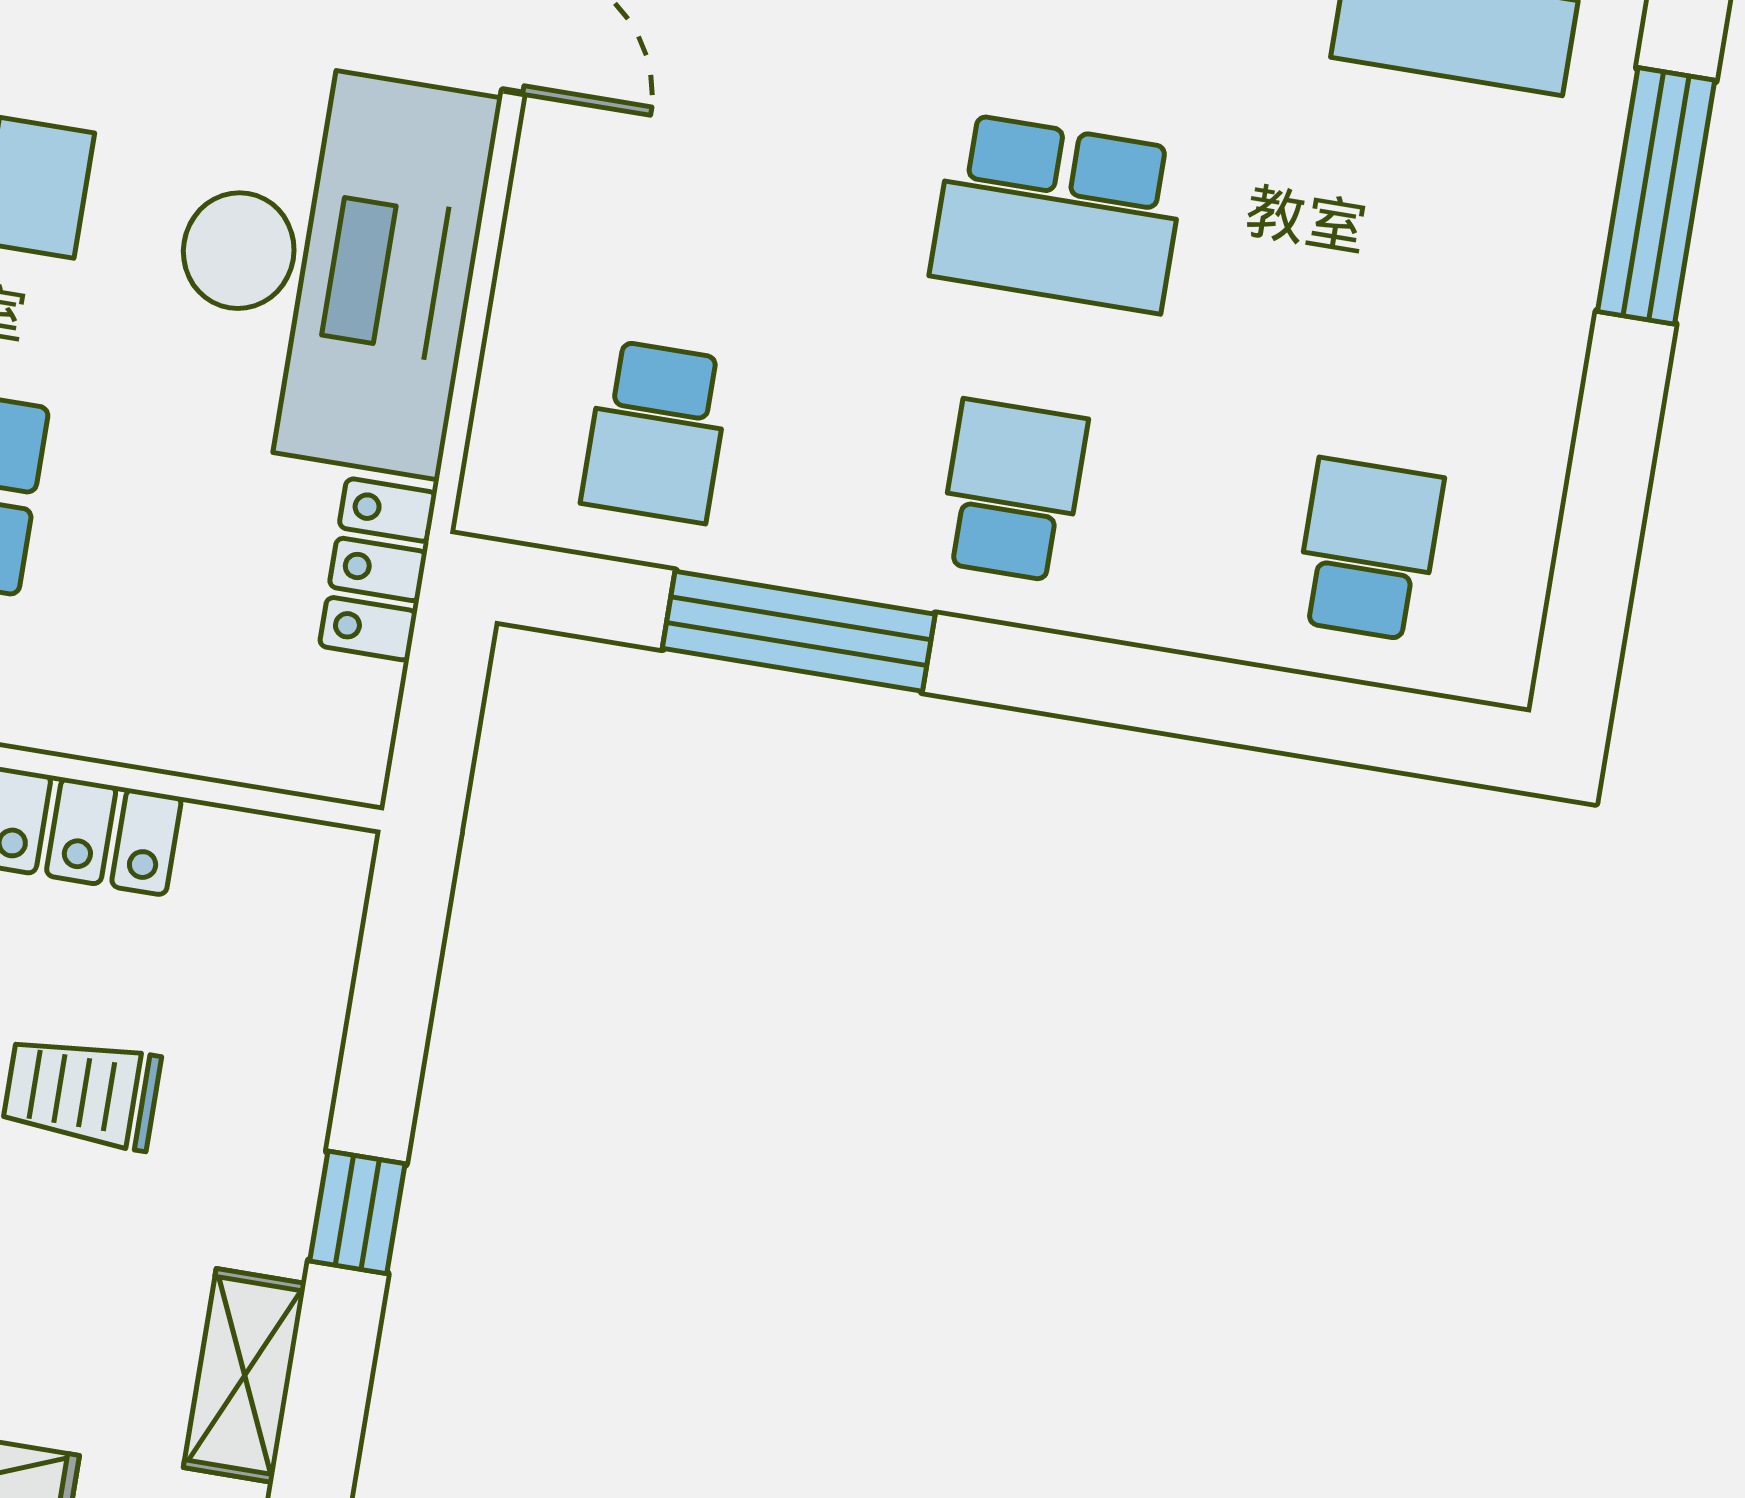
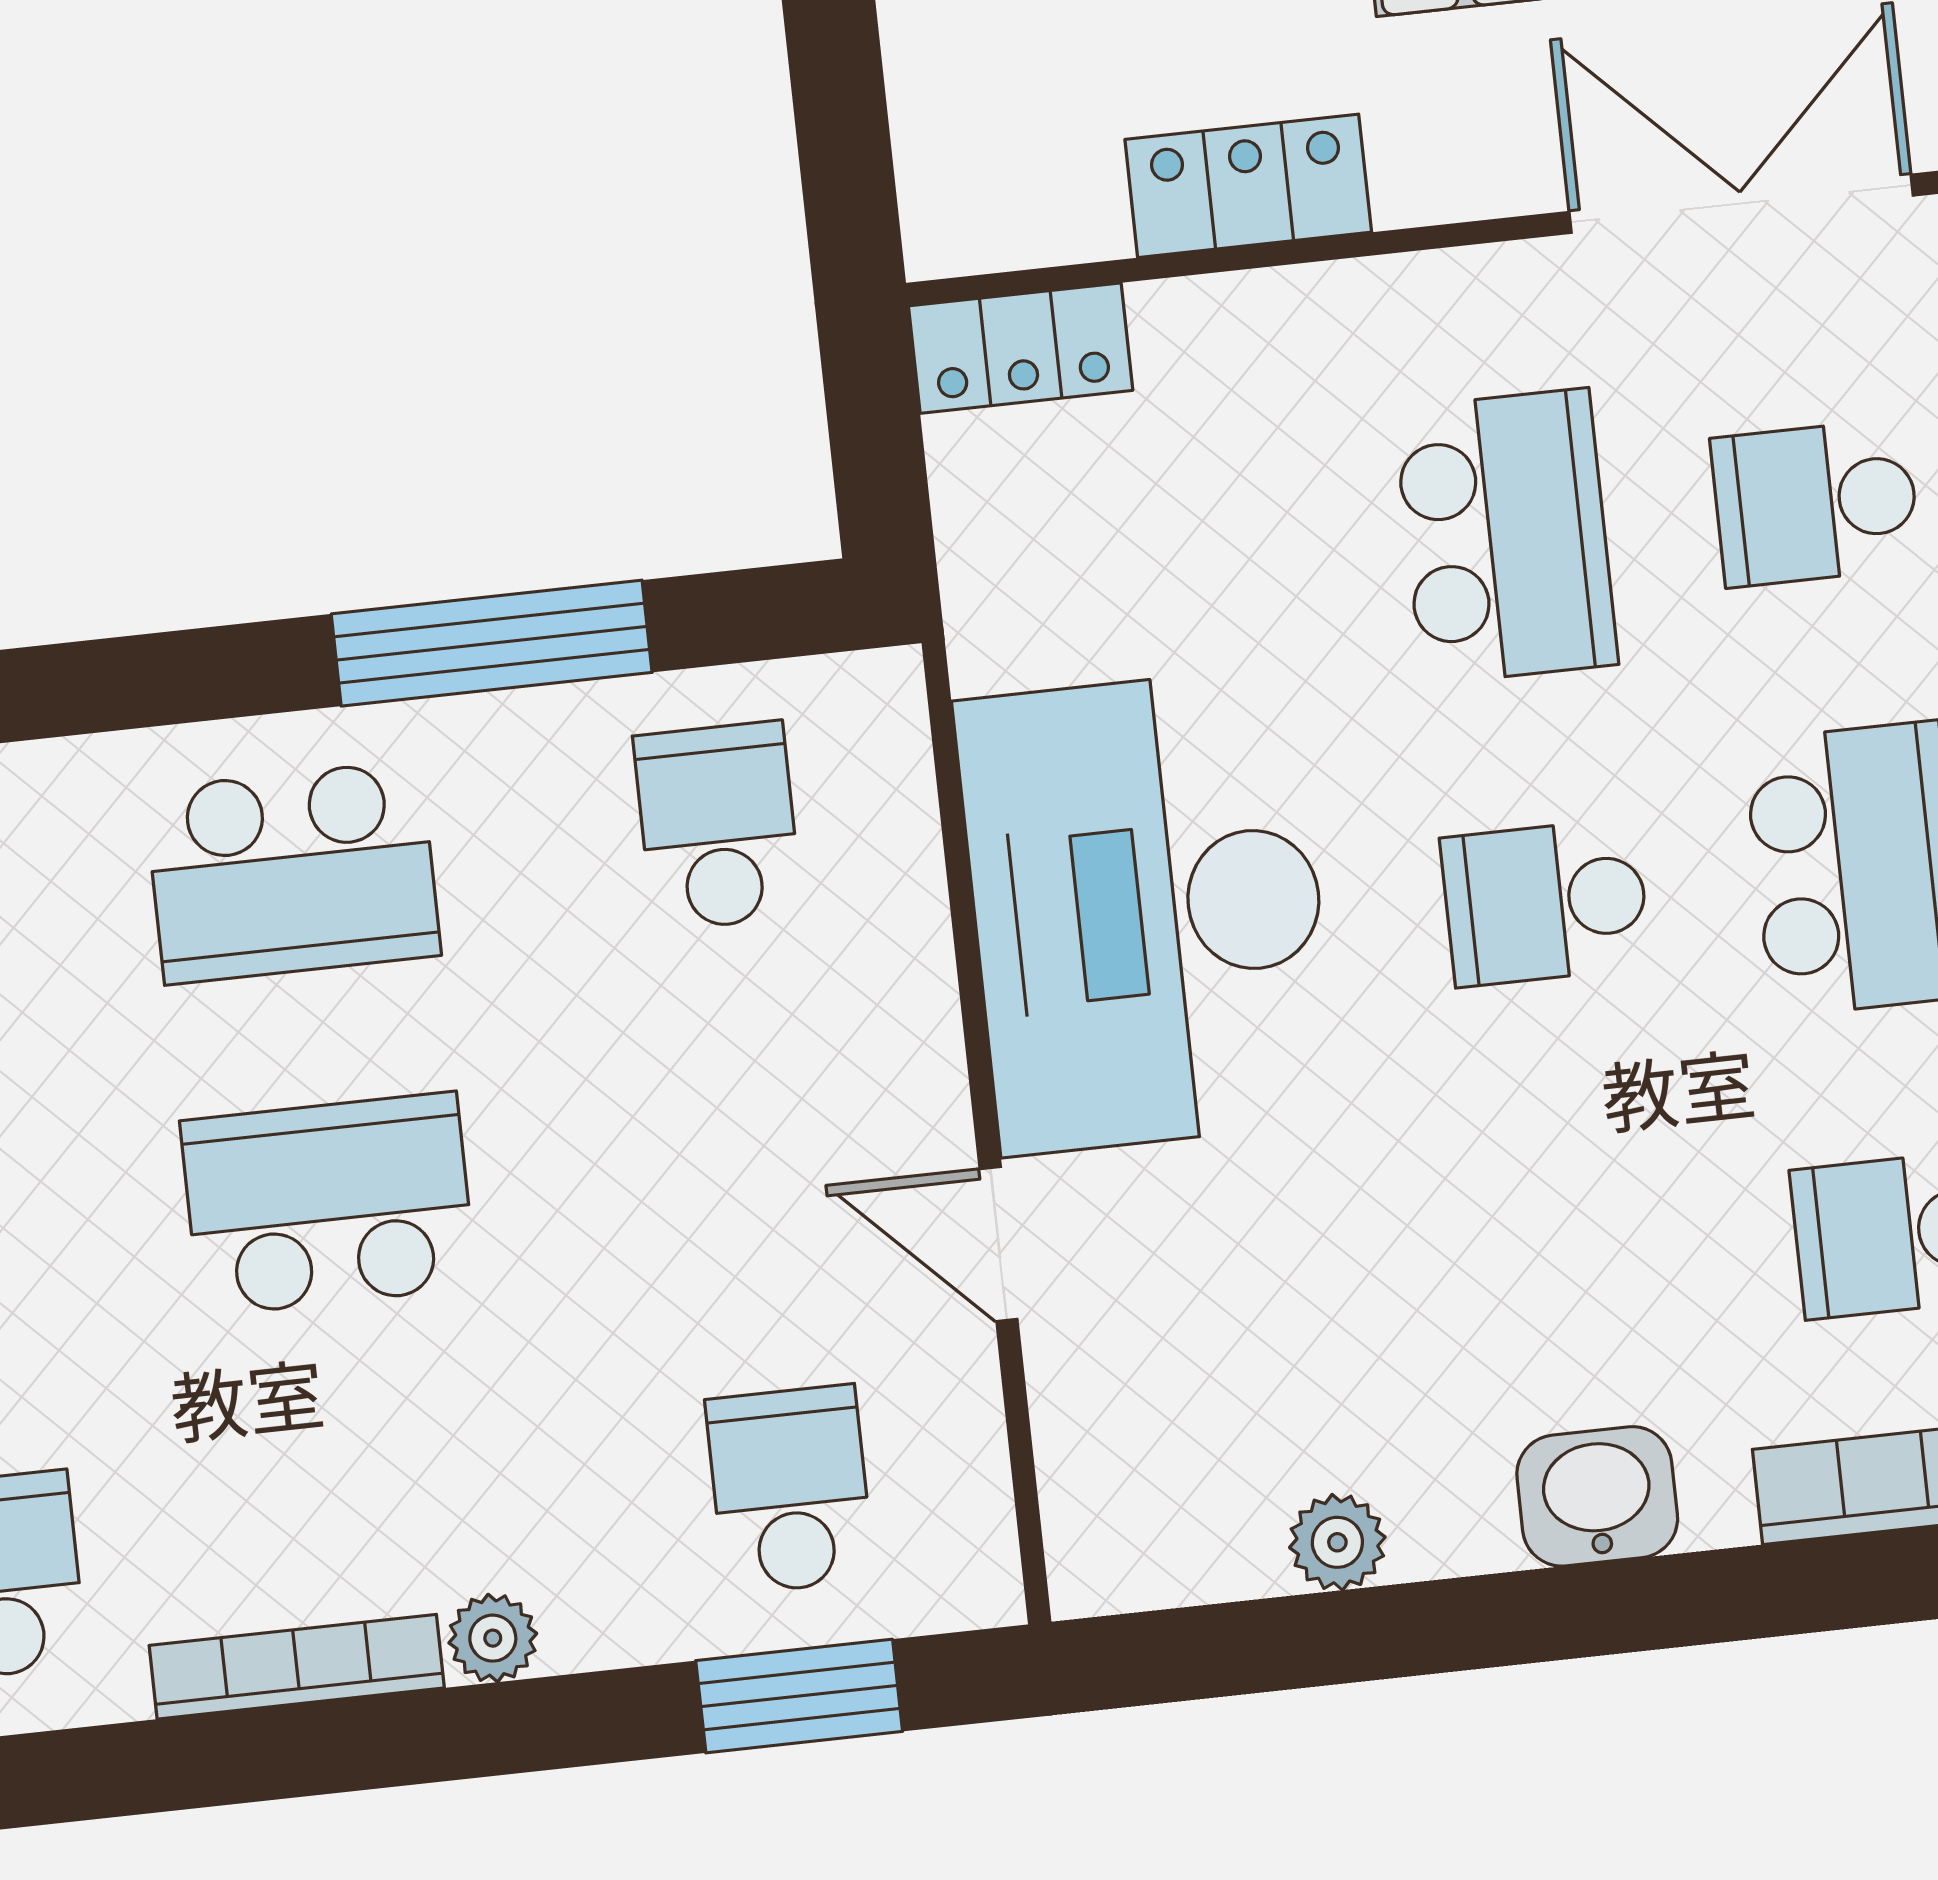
school desk: (1012, 491) -> (292, 872), width x1.85
locker: (378, 569) -> (1021, 348), moved, turned 90

